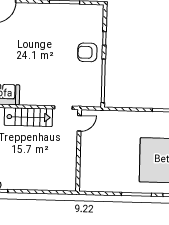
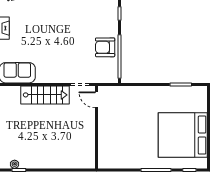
armchair: (87, 52) -> (105, 47), moved
door: (79, 123) -> (96, 100), swing flipped

